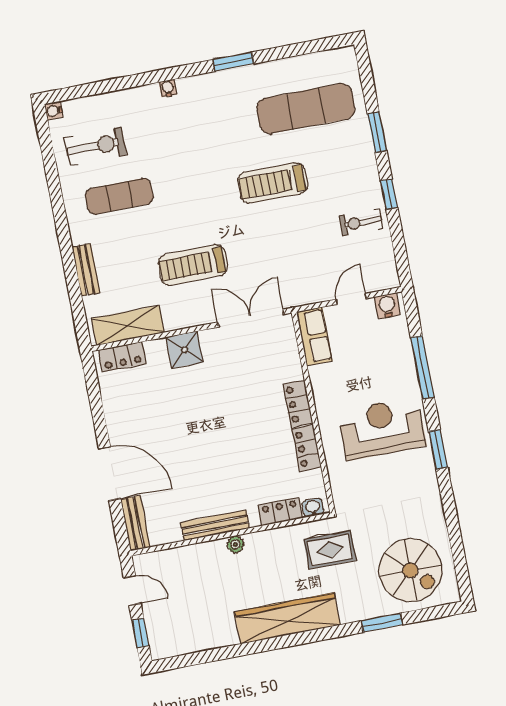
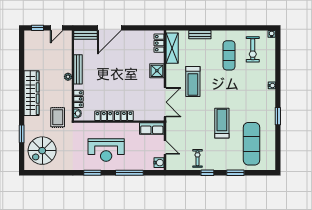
treadmill: (193, 265) -> (193, 82), turned 180
reception desk: (382, 428) -> (106, 150), turned 90

